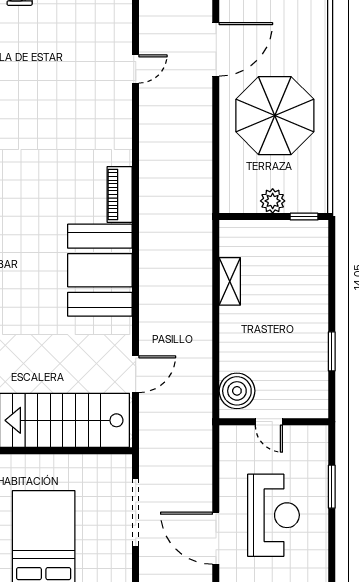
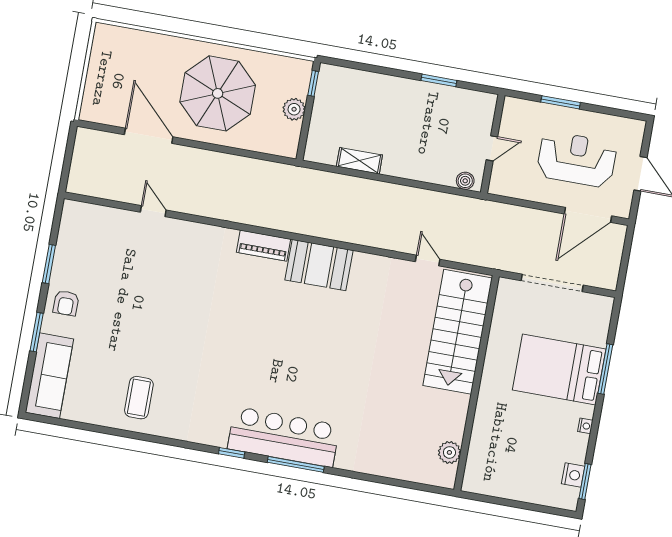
booth: (100, 270) -> (319, 265), width x0.73, depth x0.70
door: (136, 374) -> (428, 260), width x0.73
boiler: (237, 391) -> (465, 181), width x0.54, depth x0.54

